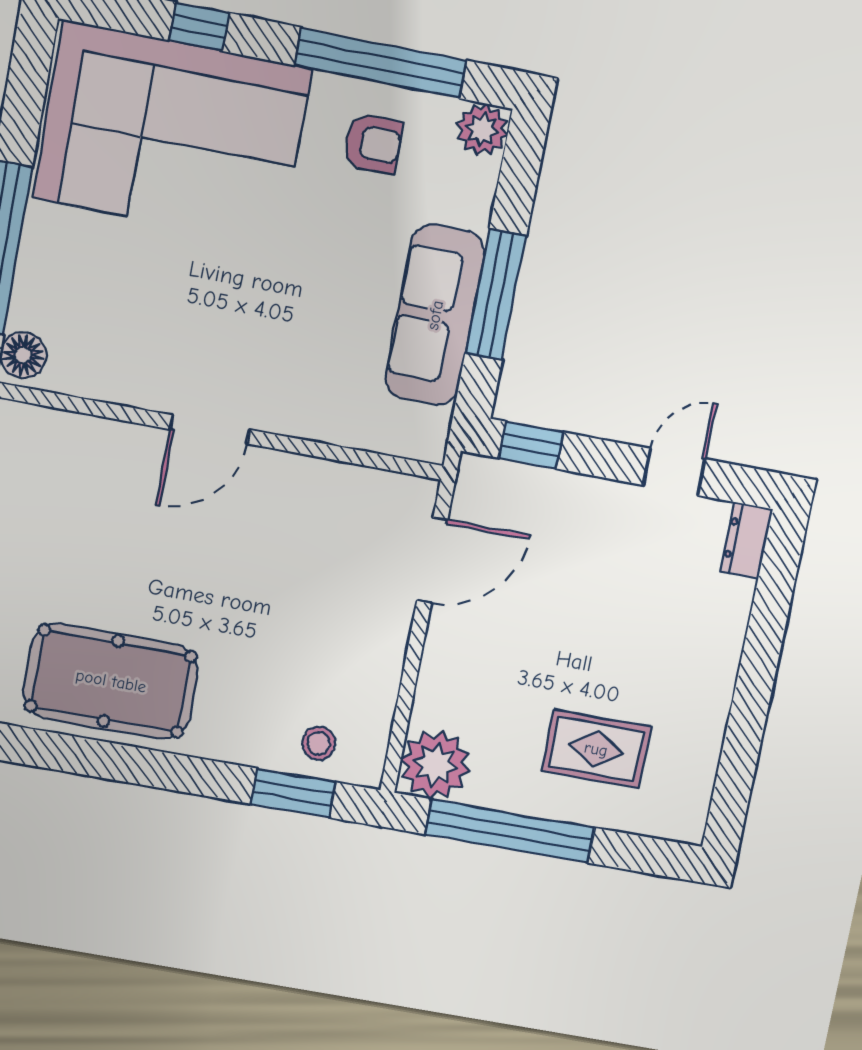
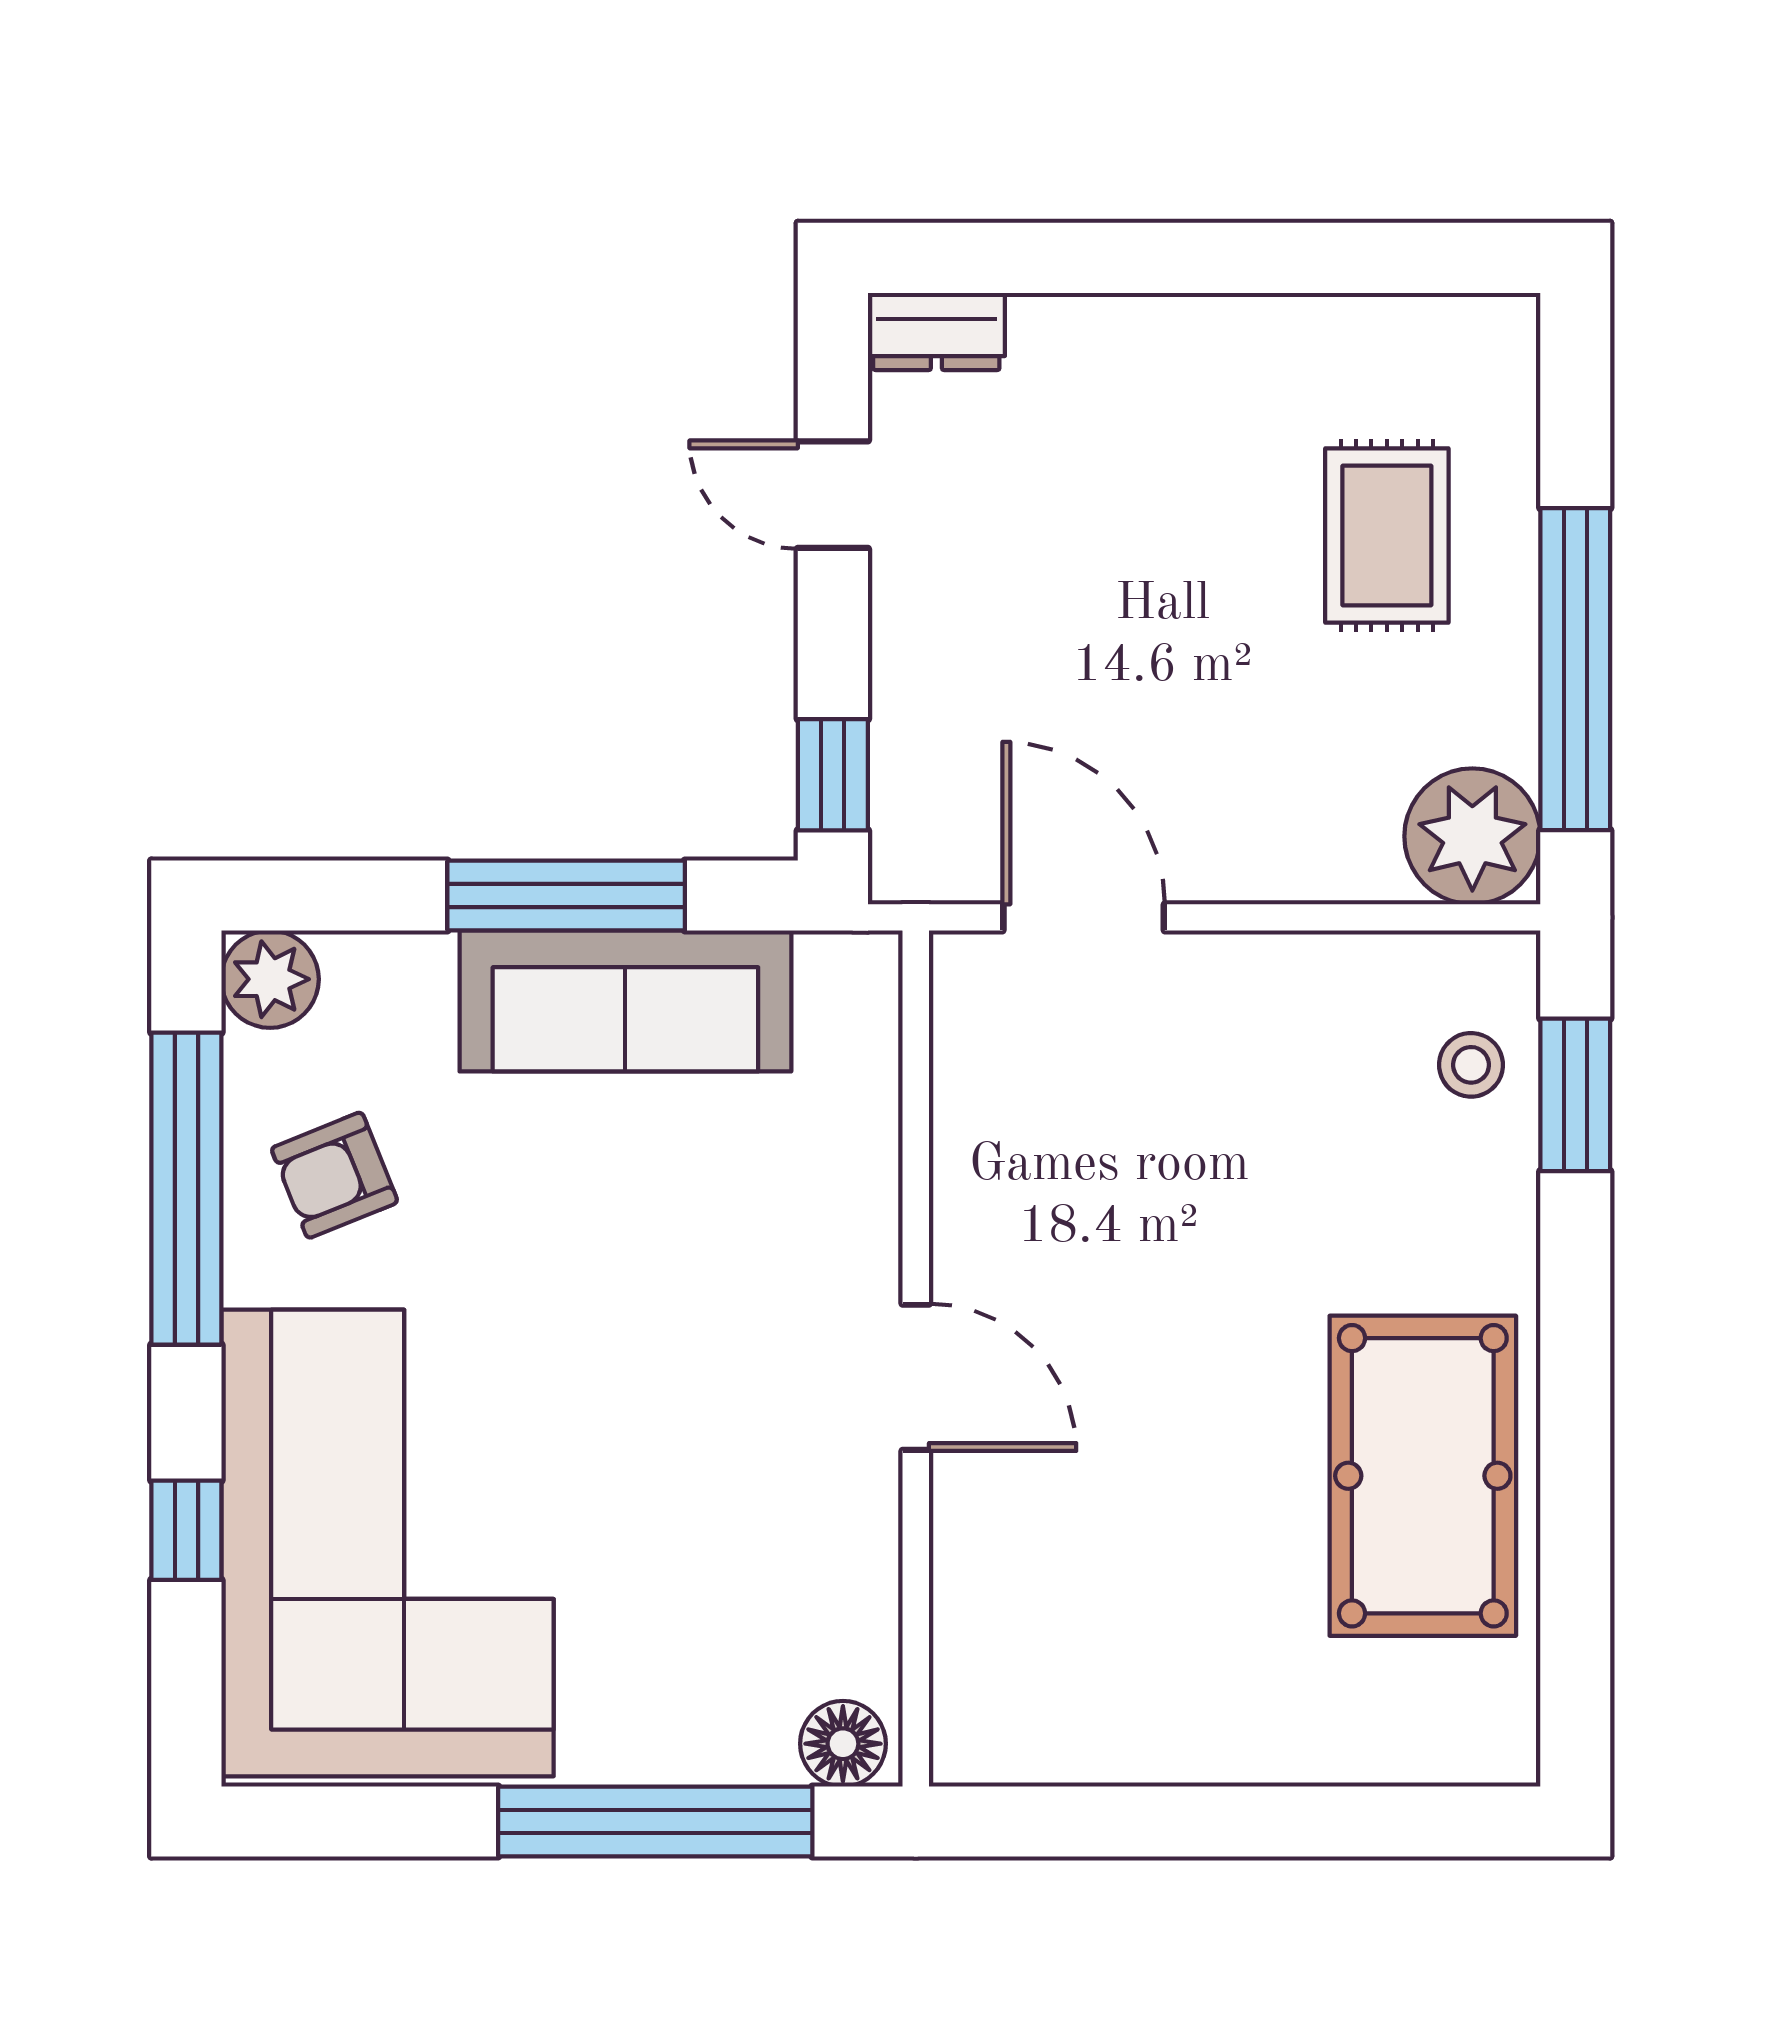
armchair: (373, 144) -> (335, 1175), turned -112

